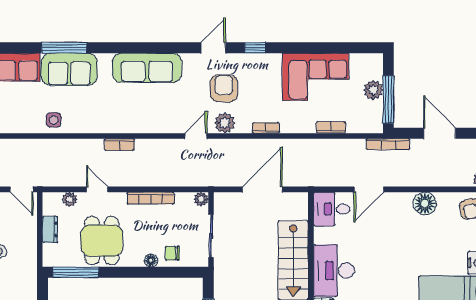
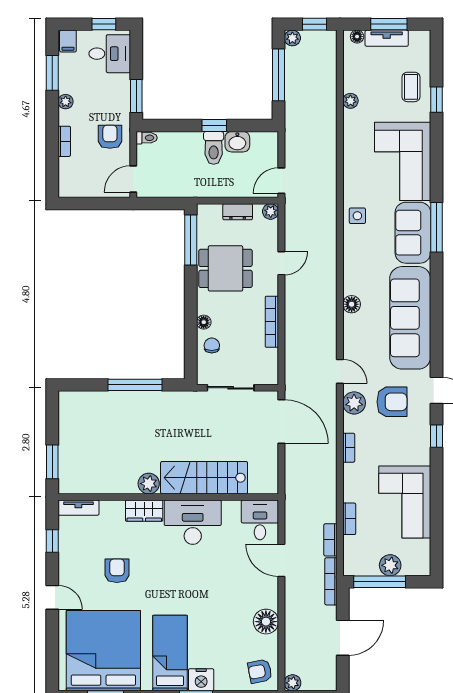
sofa: (147, 68) -> (410, 318), width x1.36, depth x1.27
floor lamp: (135, 125) -> (352, 304), added
bookcase: (119, 145) -> (330, 540), moved
door: (262, 189) -> (281, 421), moved
plant: (70, 199) -> (271, 211), moved
plant: (201, 199) -> (271, 377), removed

